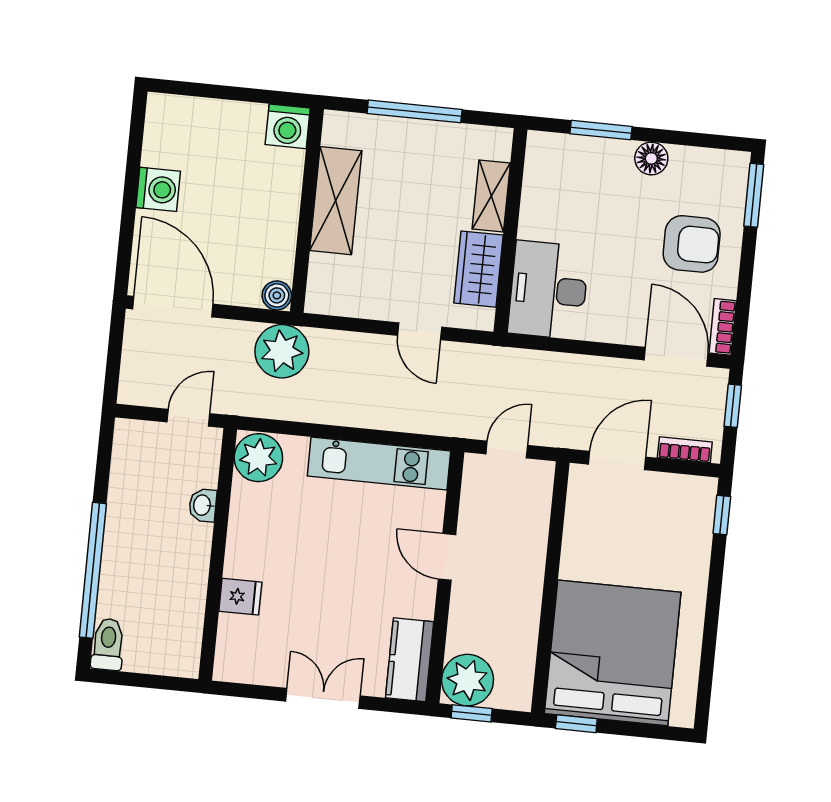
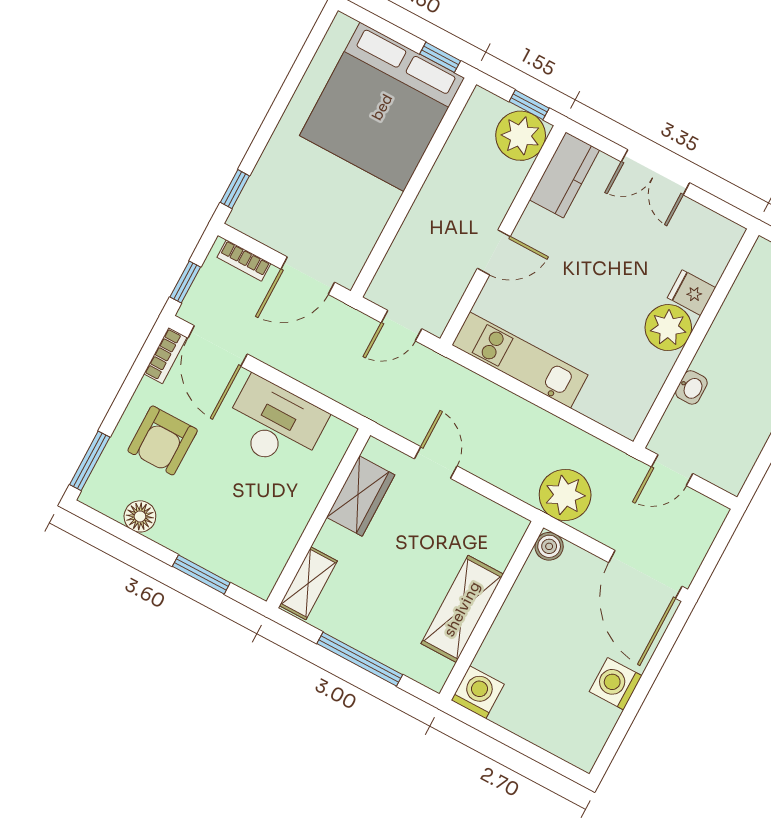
floor lamp: (651, 158) -> (140, 516), moved
shelving: (491, 196) -> (308, 583), moved
armchair: (692, 244) -> (163, 440), turned -90
desk: (548, 290) -> (275, 424), moved, turned -90
plant: (258, 458) -> (668, 328), moved
door: (447, 557) -> (494, 252), hinge flipped

